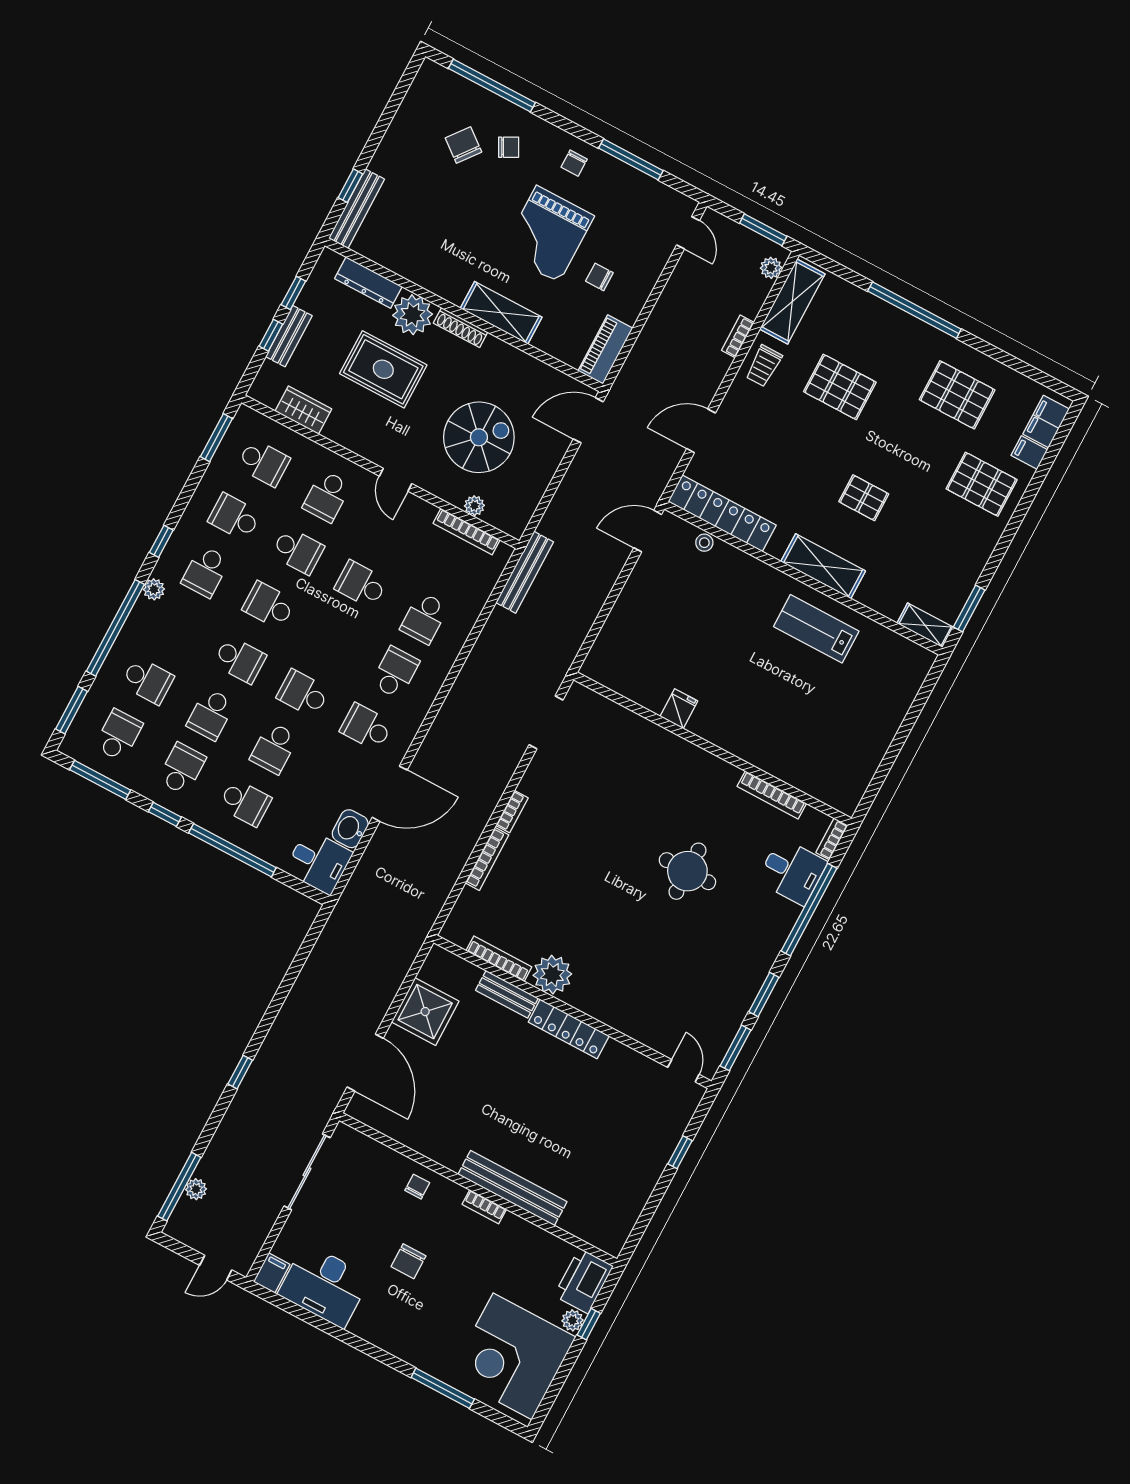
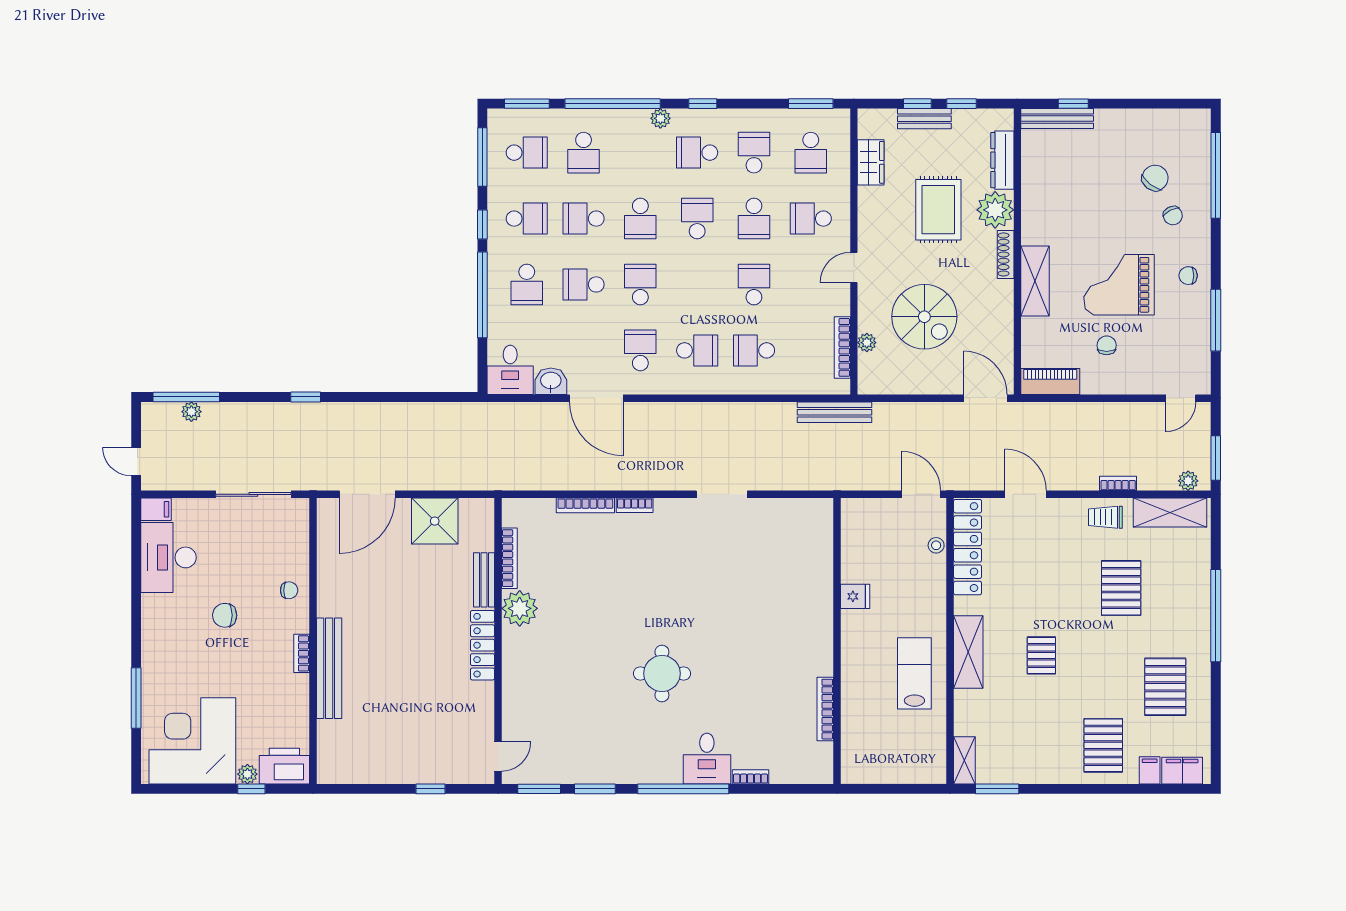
fridge: (679, 709) -> (855, 596), moved
wall: (712, 749) -> (837, 641), moved
bookcase: (772, 795) -> (825, 709), moved

